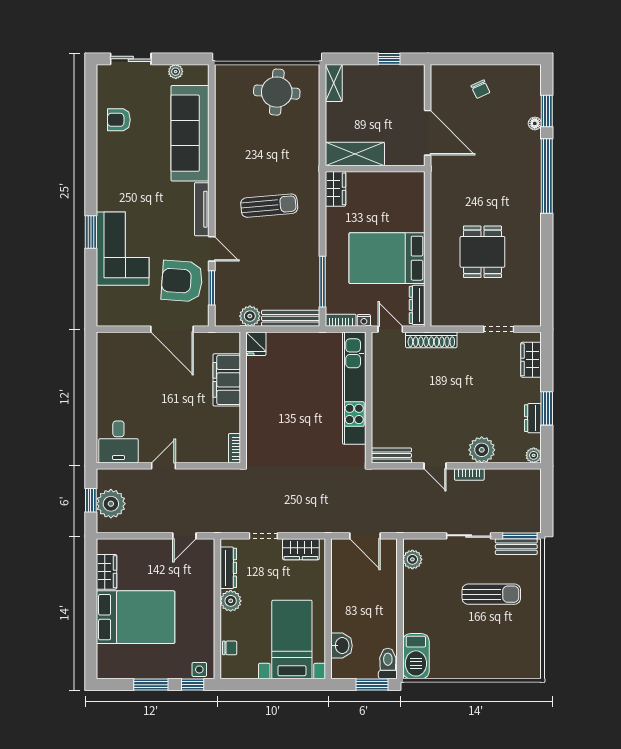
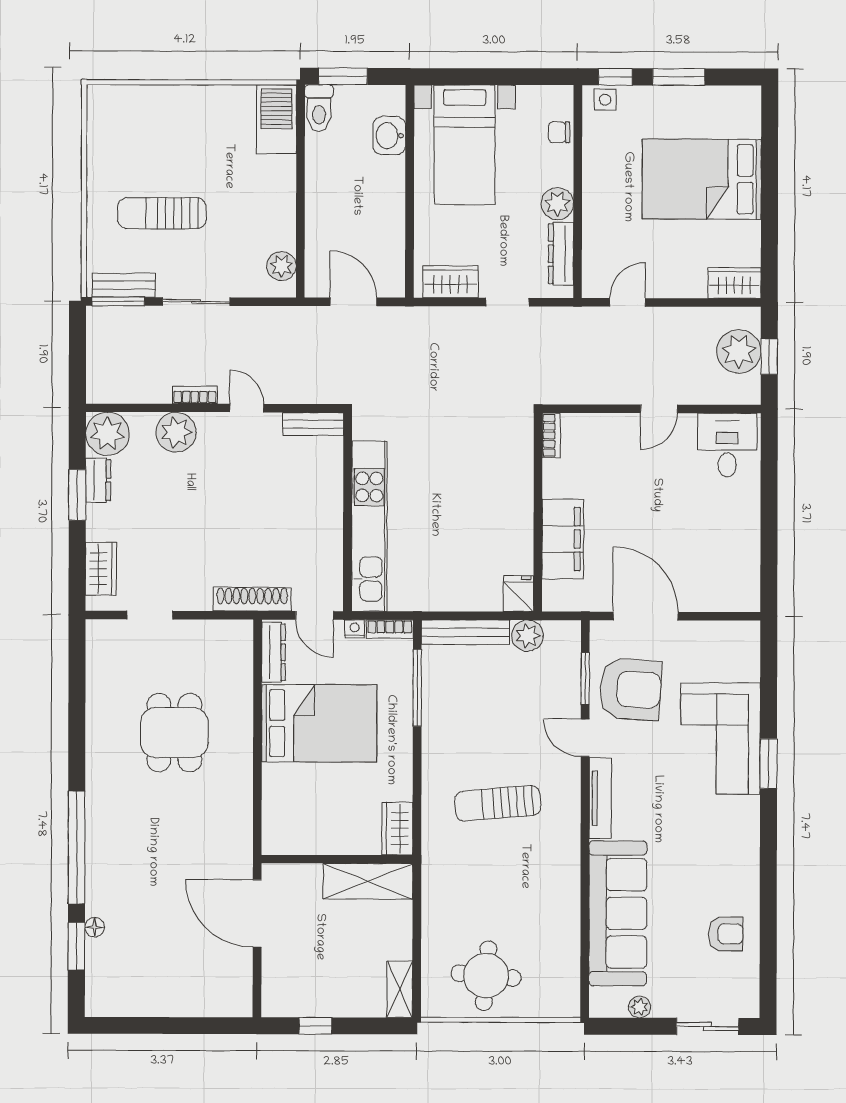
chair: (480, 89) -> (177, 979), removed
plant: (534, 455) -> (108, 434), width x1.87, depth x1.87
wardrobe: (107, 572) -> (734, 283), moved, turned 90

